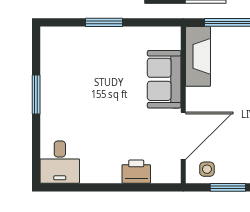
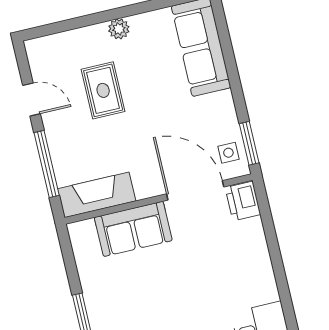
printer: (136, 172) -> (243, 201), moved
window: (228, 187) -> (249, 143), moved

